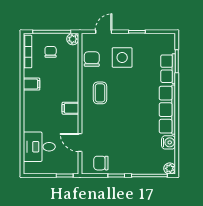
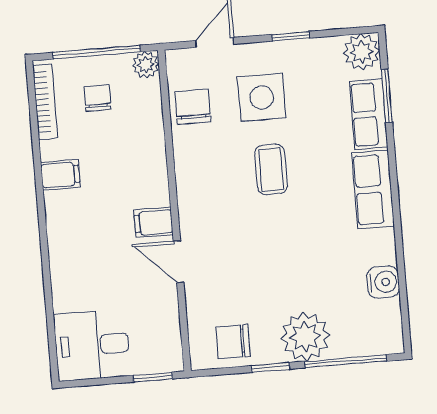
plant: (167, 41) -> (362, 52), added
coffee table: (100, 93) -> (271, 169), moved
row of seats: (167, 110) -> (373, 189), width x0.68
door: (80, 143) -> (179, 262), moved
desk: (39, 147) -> (92, 345), moved
plant: (170, 168) -> (305, 337), moved, width x1.88, depth x1.88

